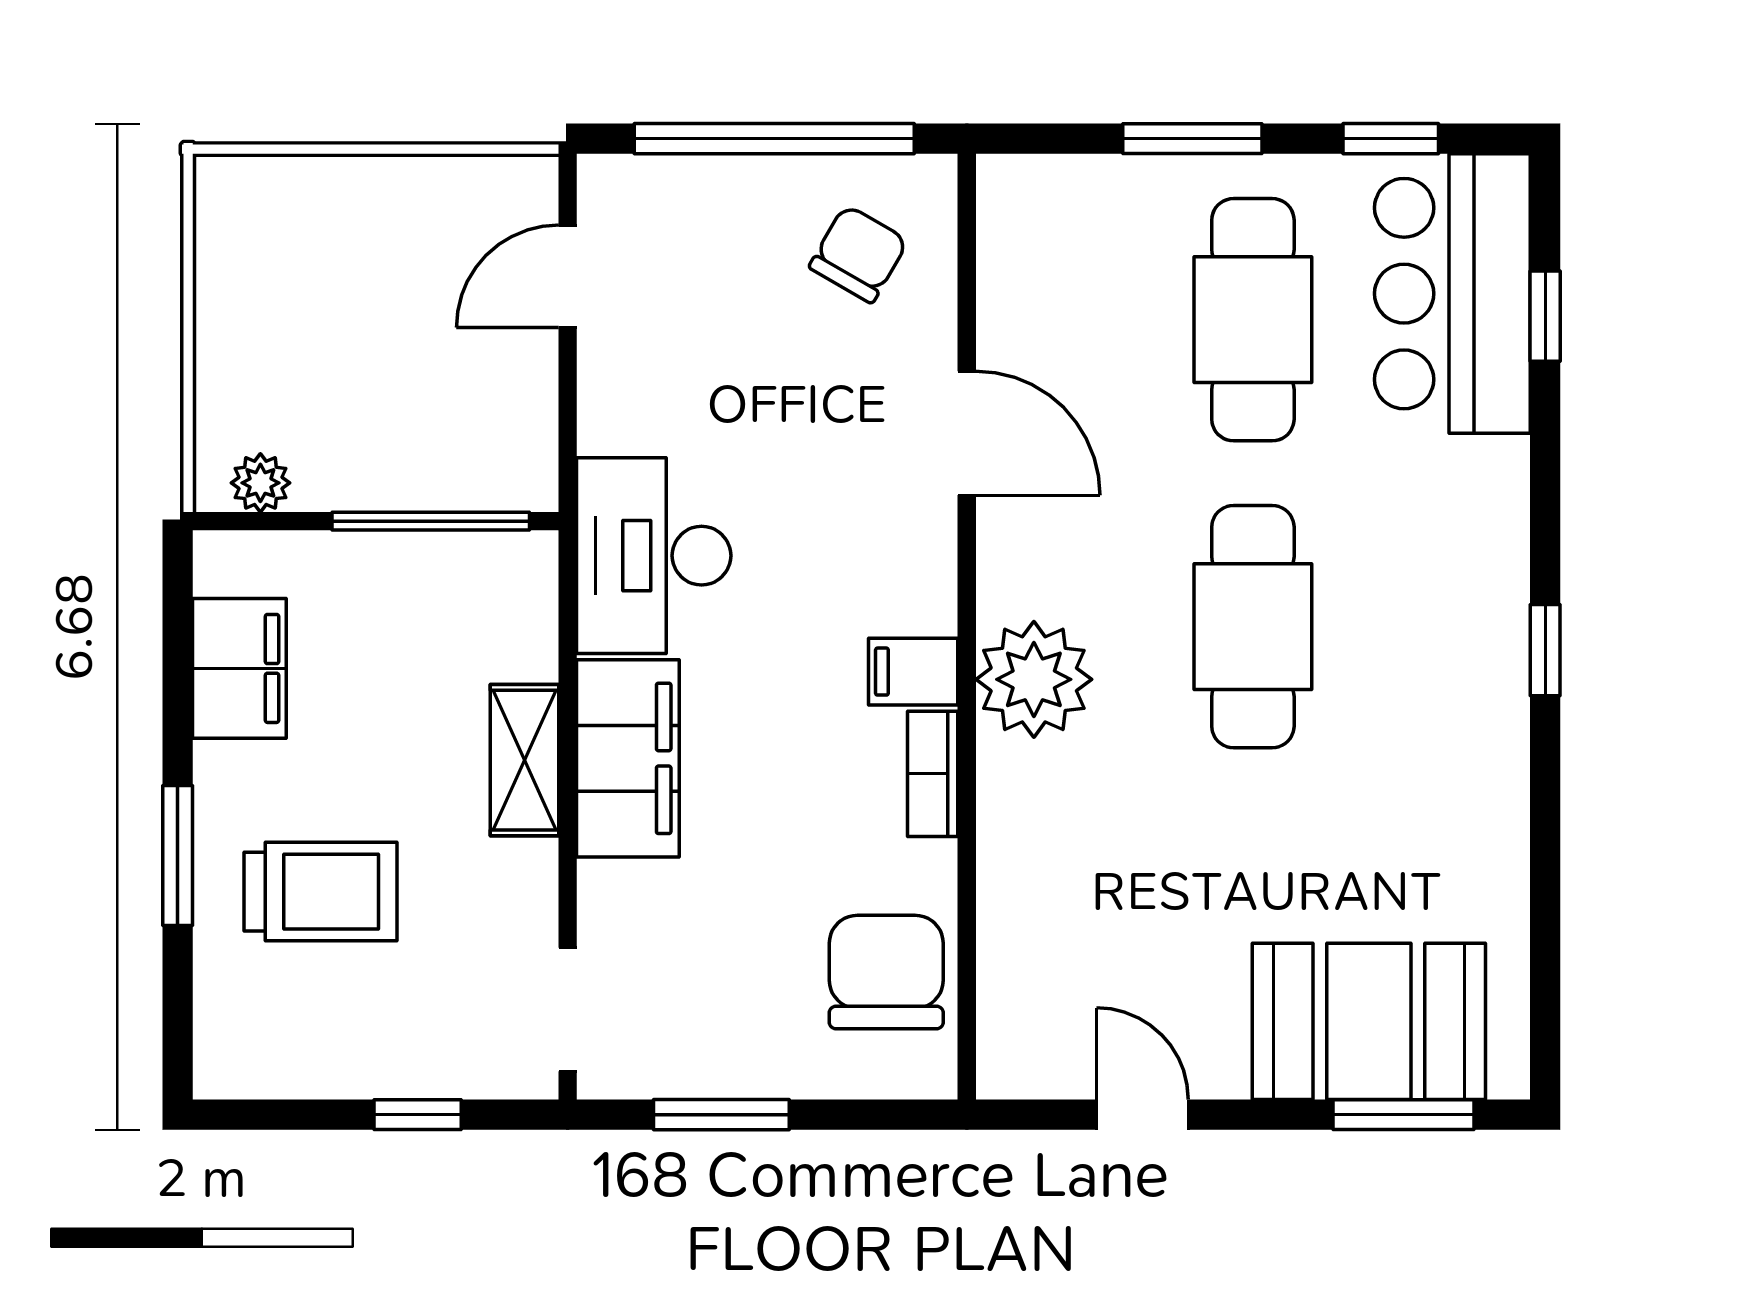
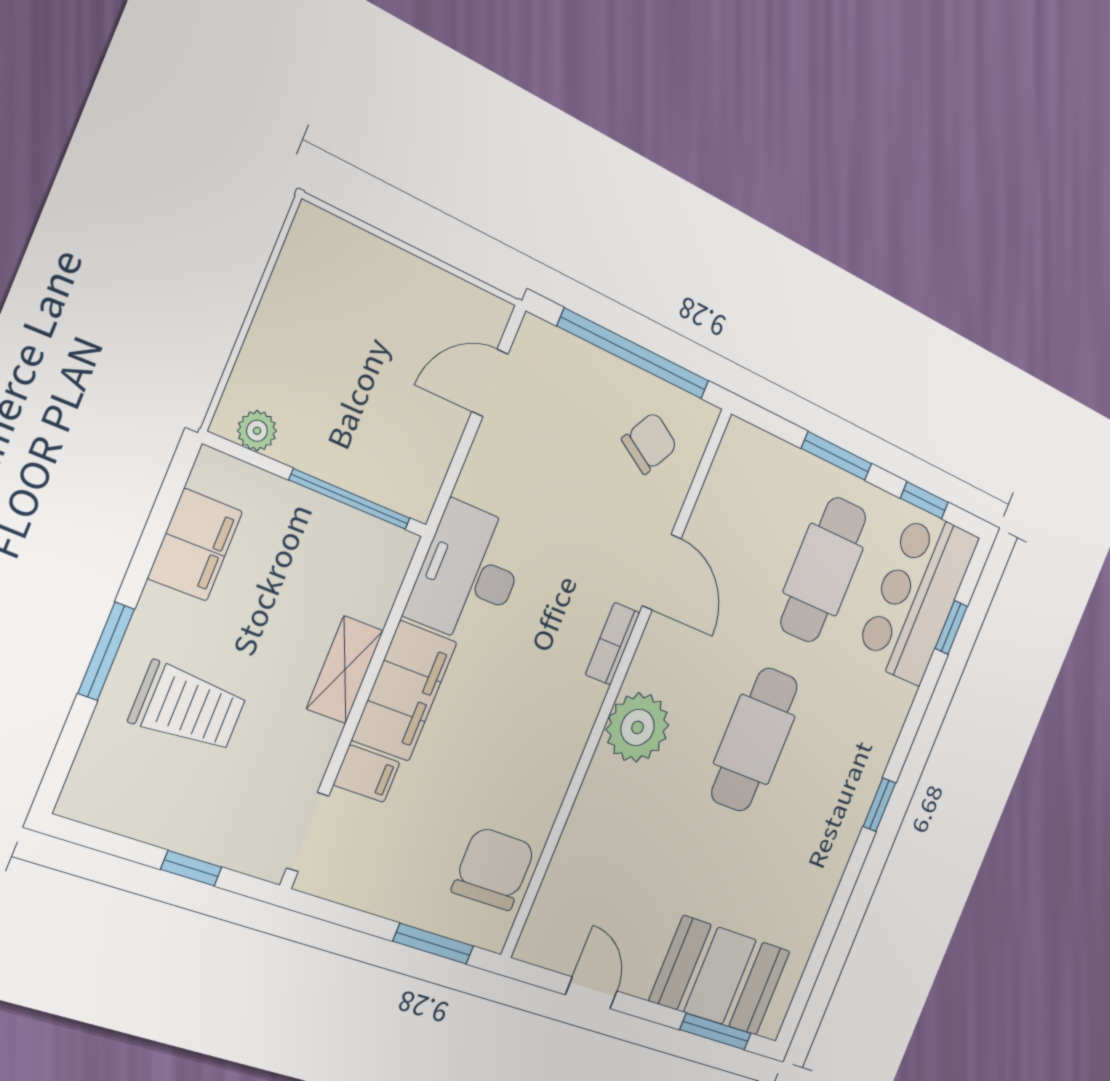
filing cabinet: (913, 672) -> (367, 774), moved, turned 180
bookcase: (933, 774) -> (613, 644), moved
window: (721, 1115) -> (433, 944), moved

